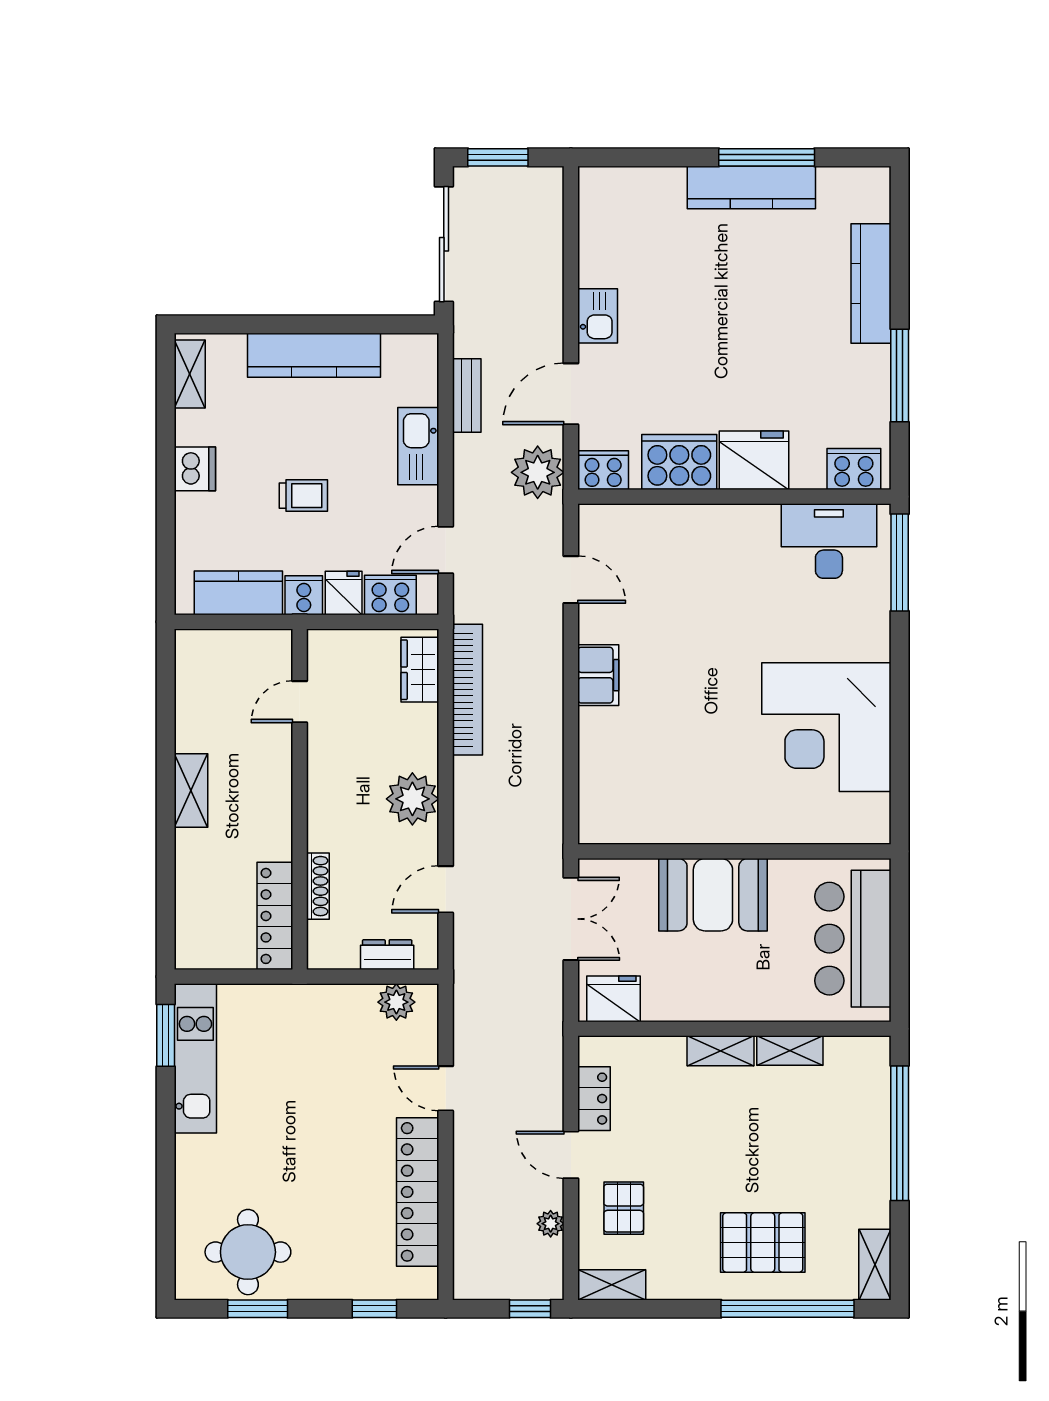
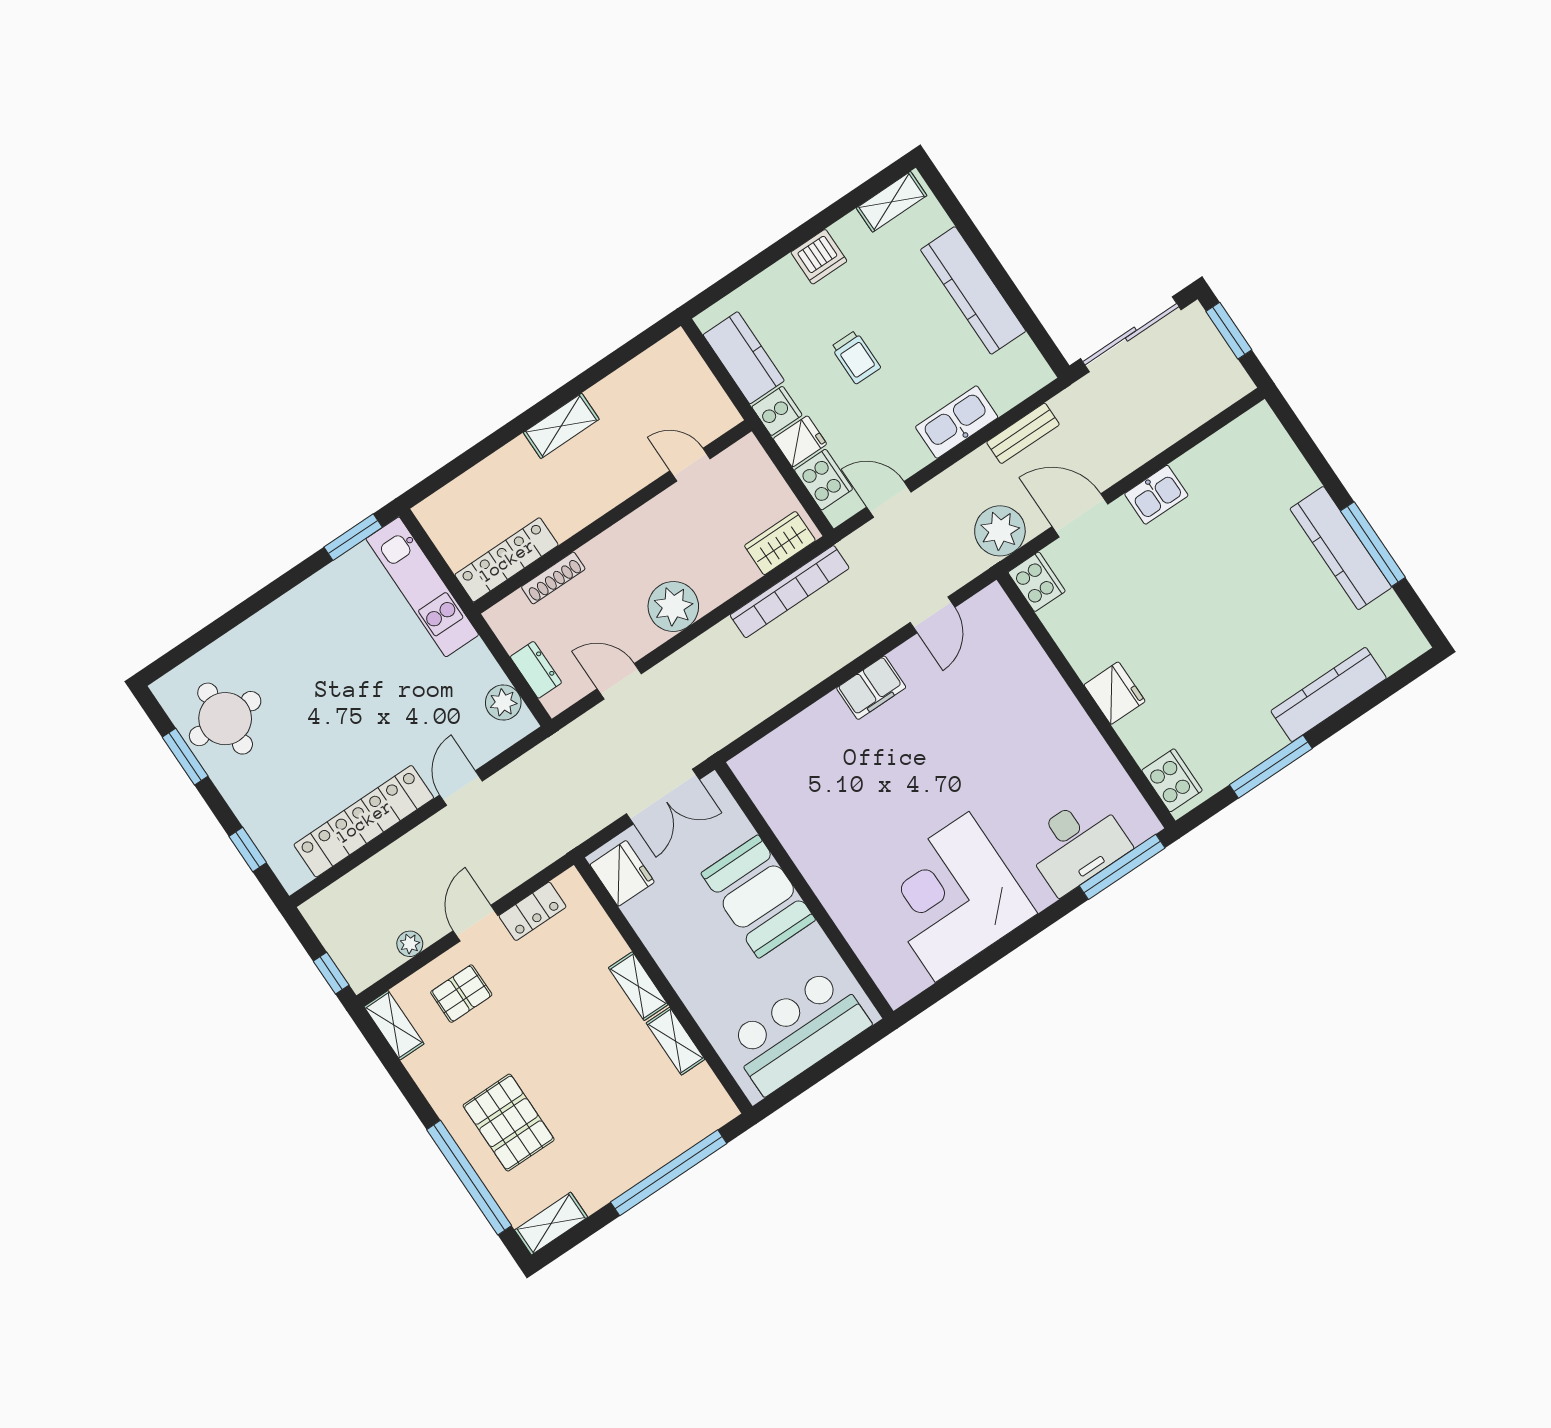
fridge: (754, 460) -> (1115, 693), width x0.73, depth x0.75
cooker: (679, 462) -> (1084, 638), removed
desk: (829, 541) -> (1077, 844), moved, turned 90
kitchen unit: (195, 1058) -> (422, 587), moved, turned 90

